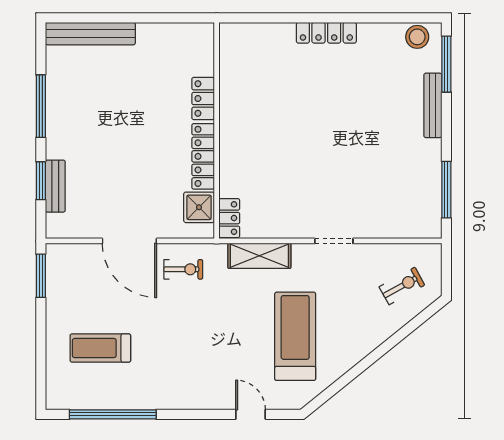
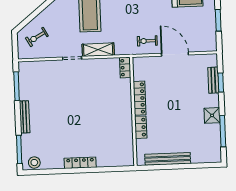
bench: (90, 34) -> (168, 159), moved
bench: (433, 105) -> (25, 117), moved
window: (41, 106) -> (223, 131), moved
shower: (199, 207) -> (212, 115), moved
shelving: (259, 256) -> (98, 50), moved
window: (41, 276) -> (218, 20), moved

